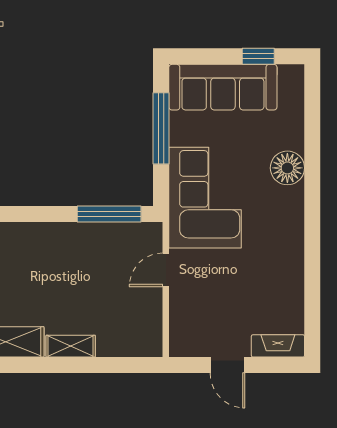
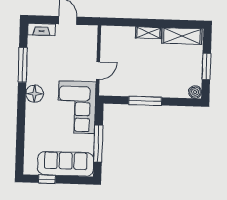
floor lamp: (287, 168) -> (35, 94), moved
window: (109, 214) -> (145, 101), moved
window: (312, 276) -> (23, 65), added

